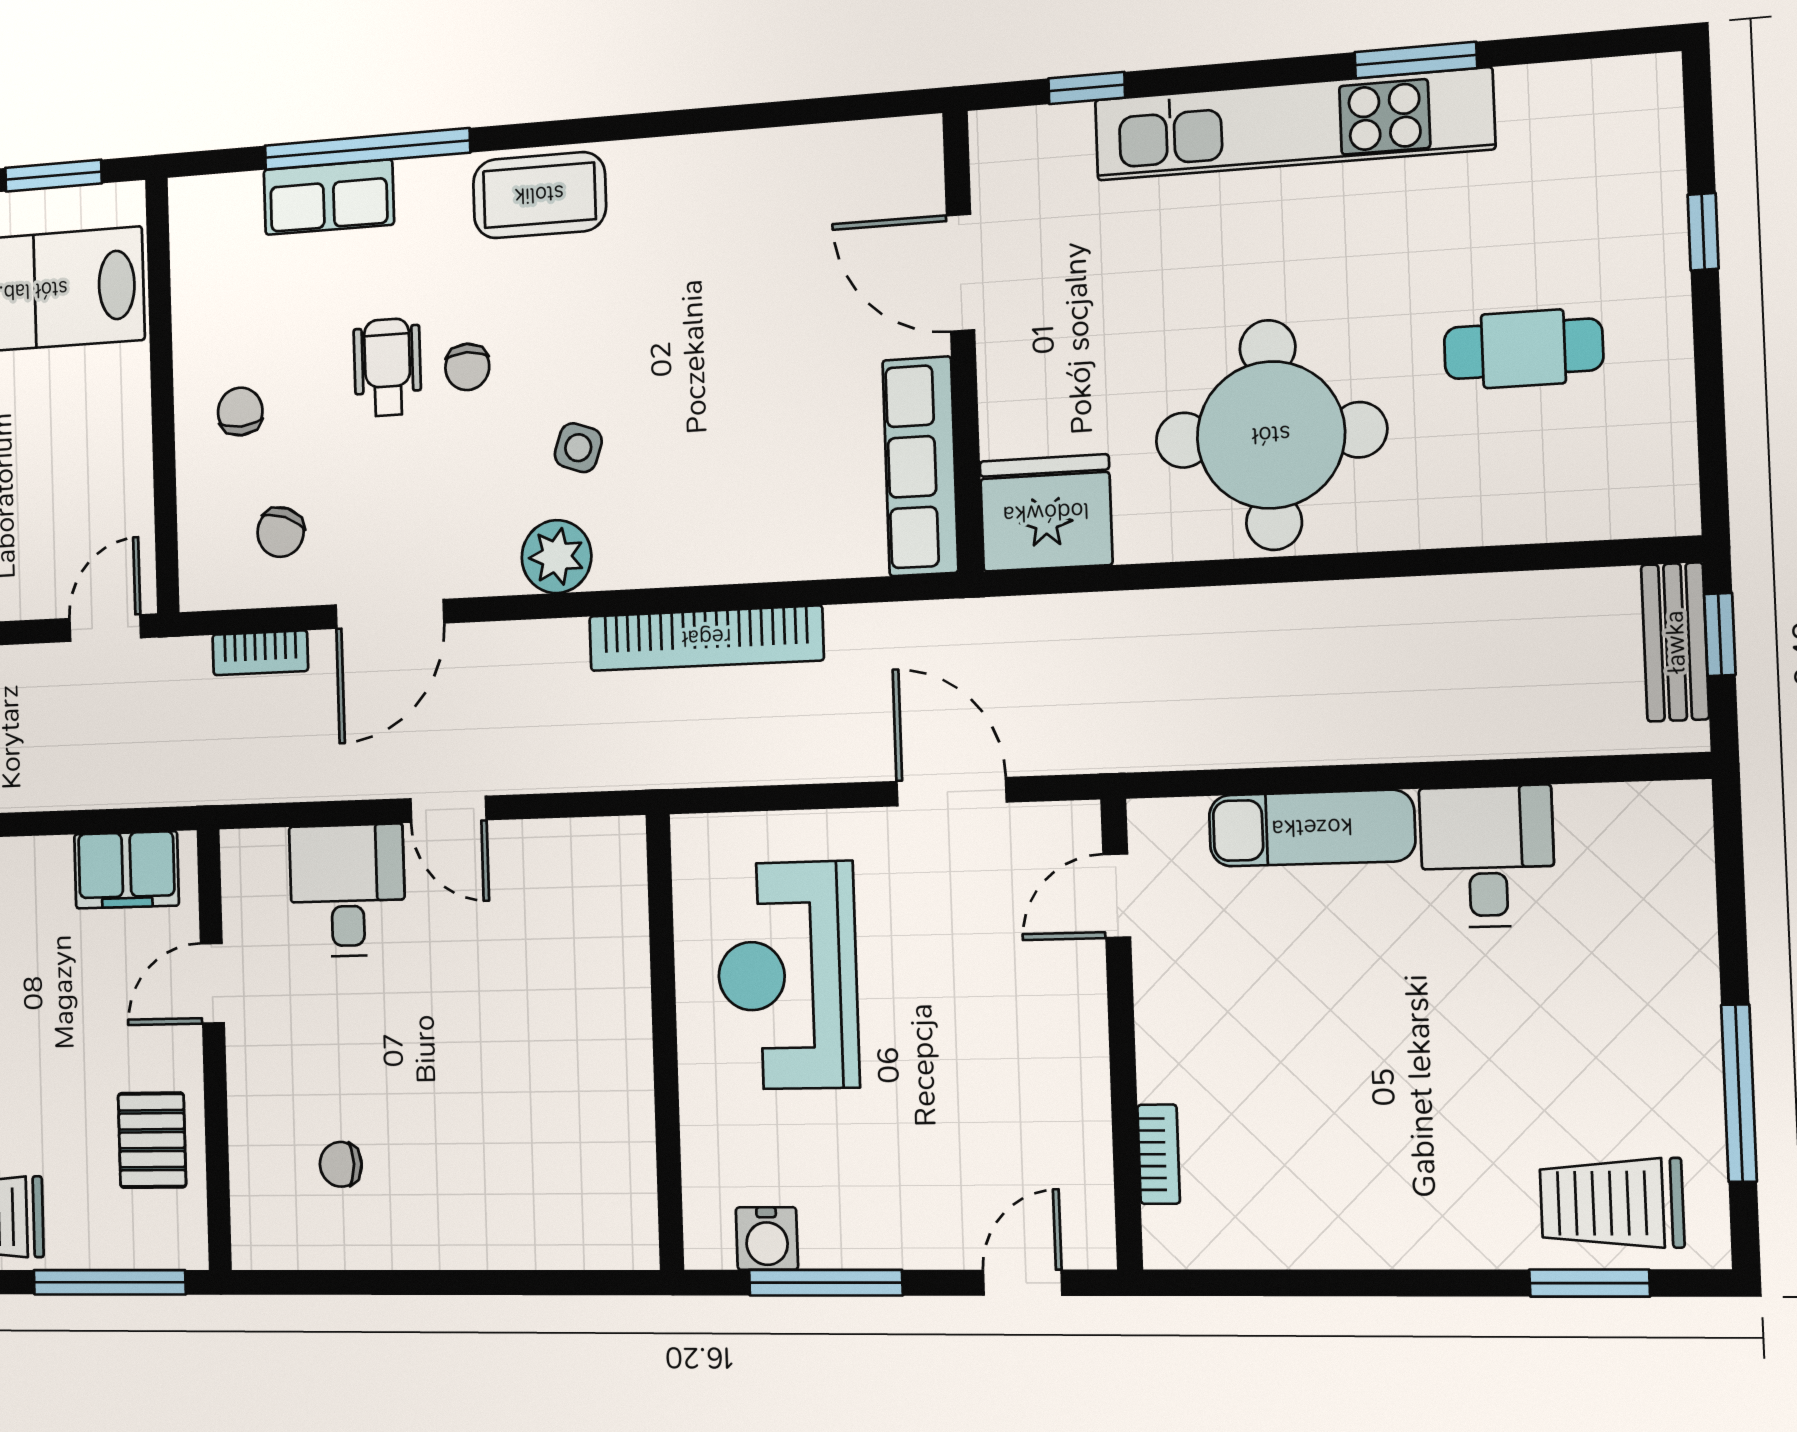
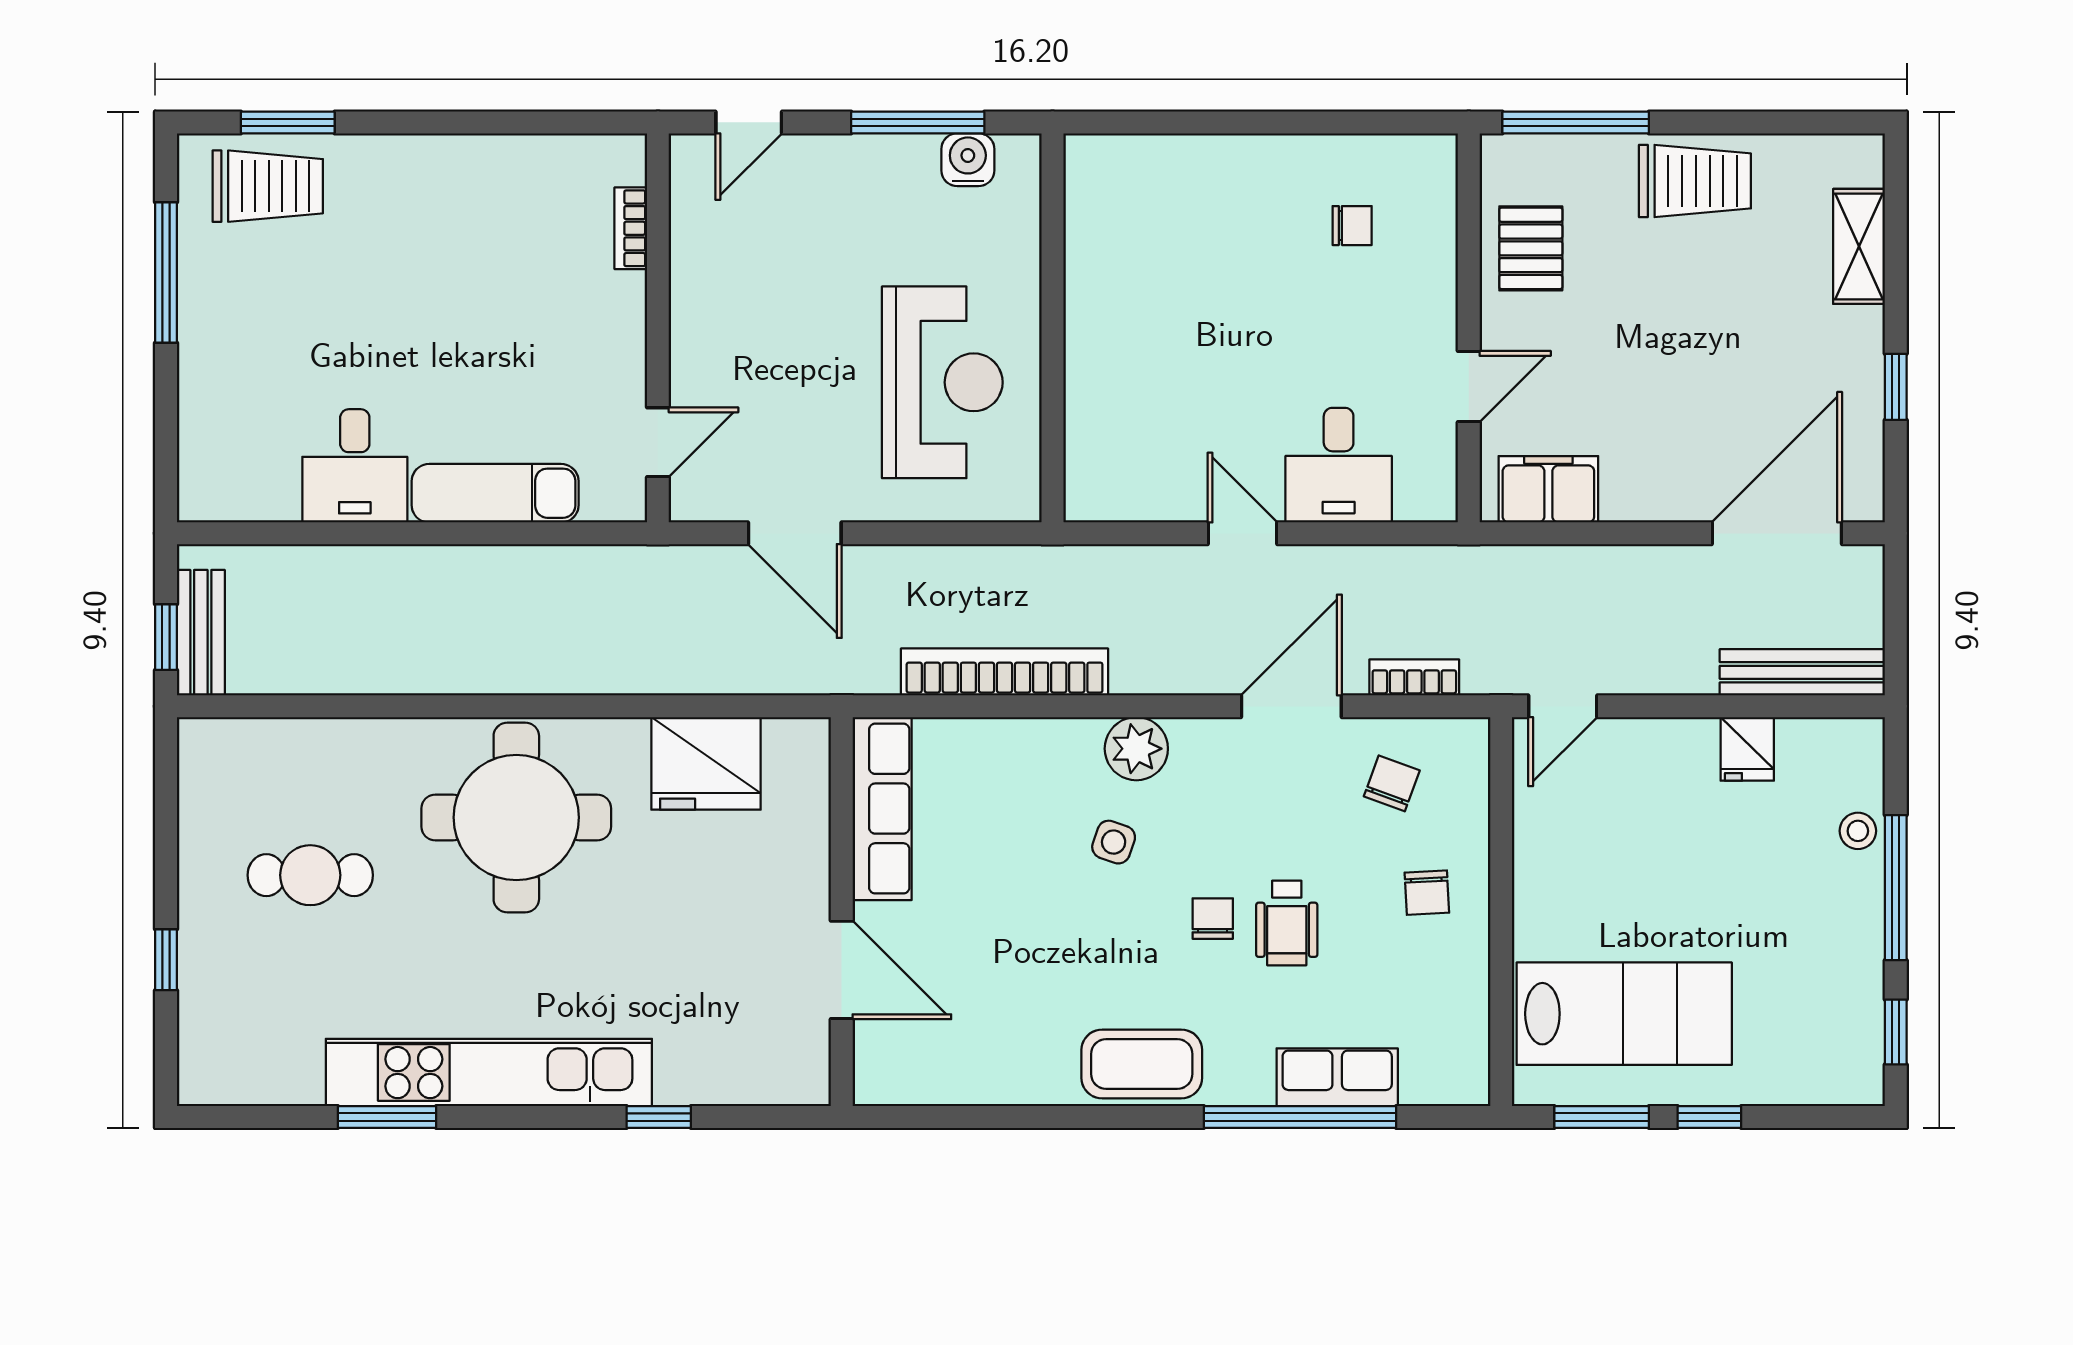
door: (961, 273) -> (842, 970), moved
wall: (963, 342) -> (842, 912), moved
row of seats: (920, 466) -> (882, 809), moved

